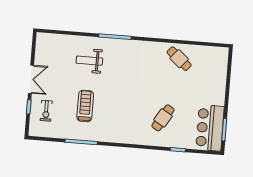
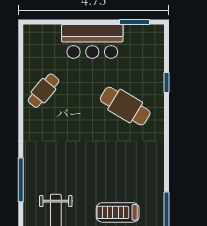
cafe table: (163, 118) -> (125, 106), width x1.37, depth x1.35
bar counter: (210, 128) -> (92, 41), moved

